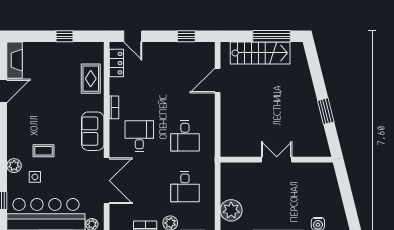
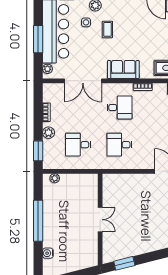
window: (326, 111) -> (124, 263), moved
plant: (231, 210) -> (55, 178), width x0.53, depth x0.53

